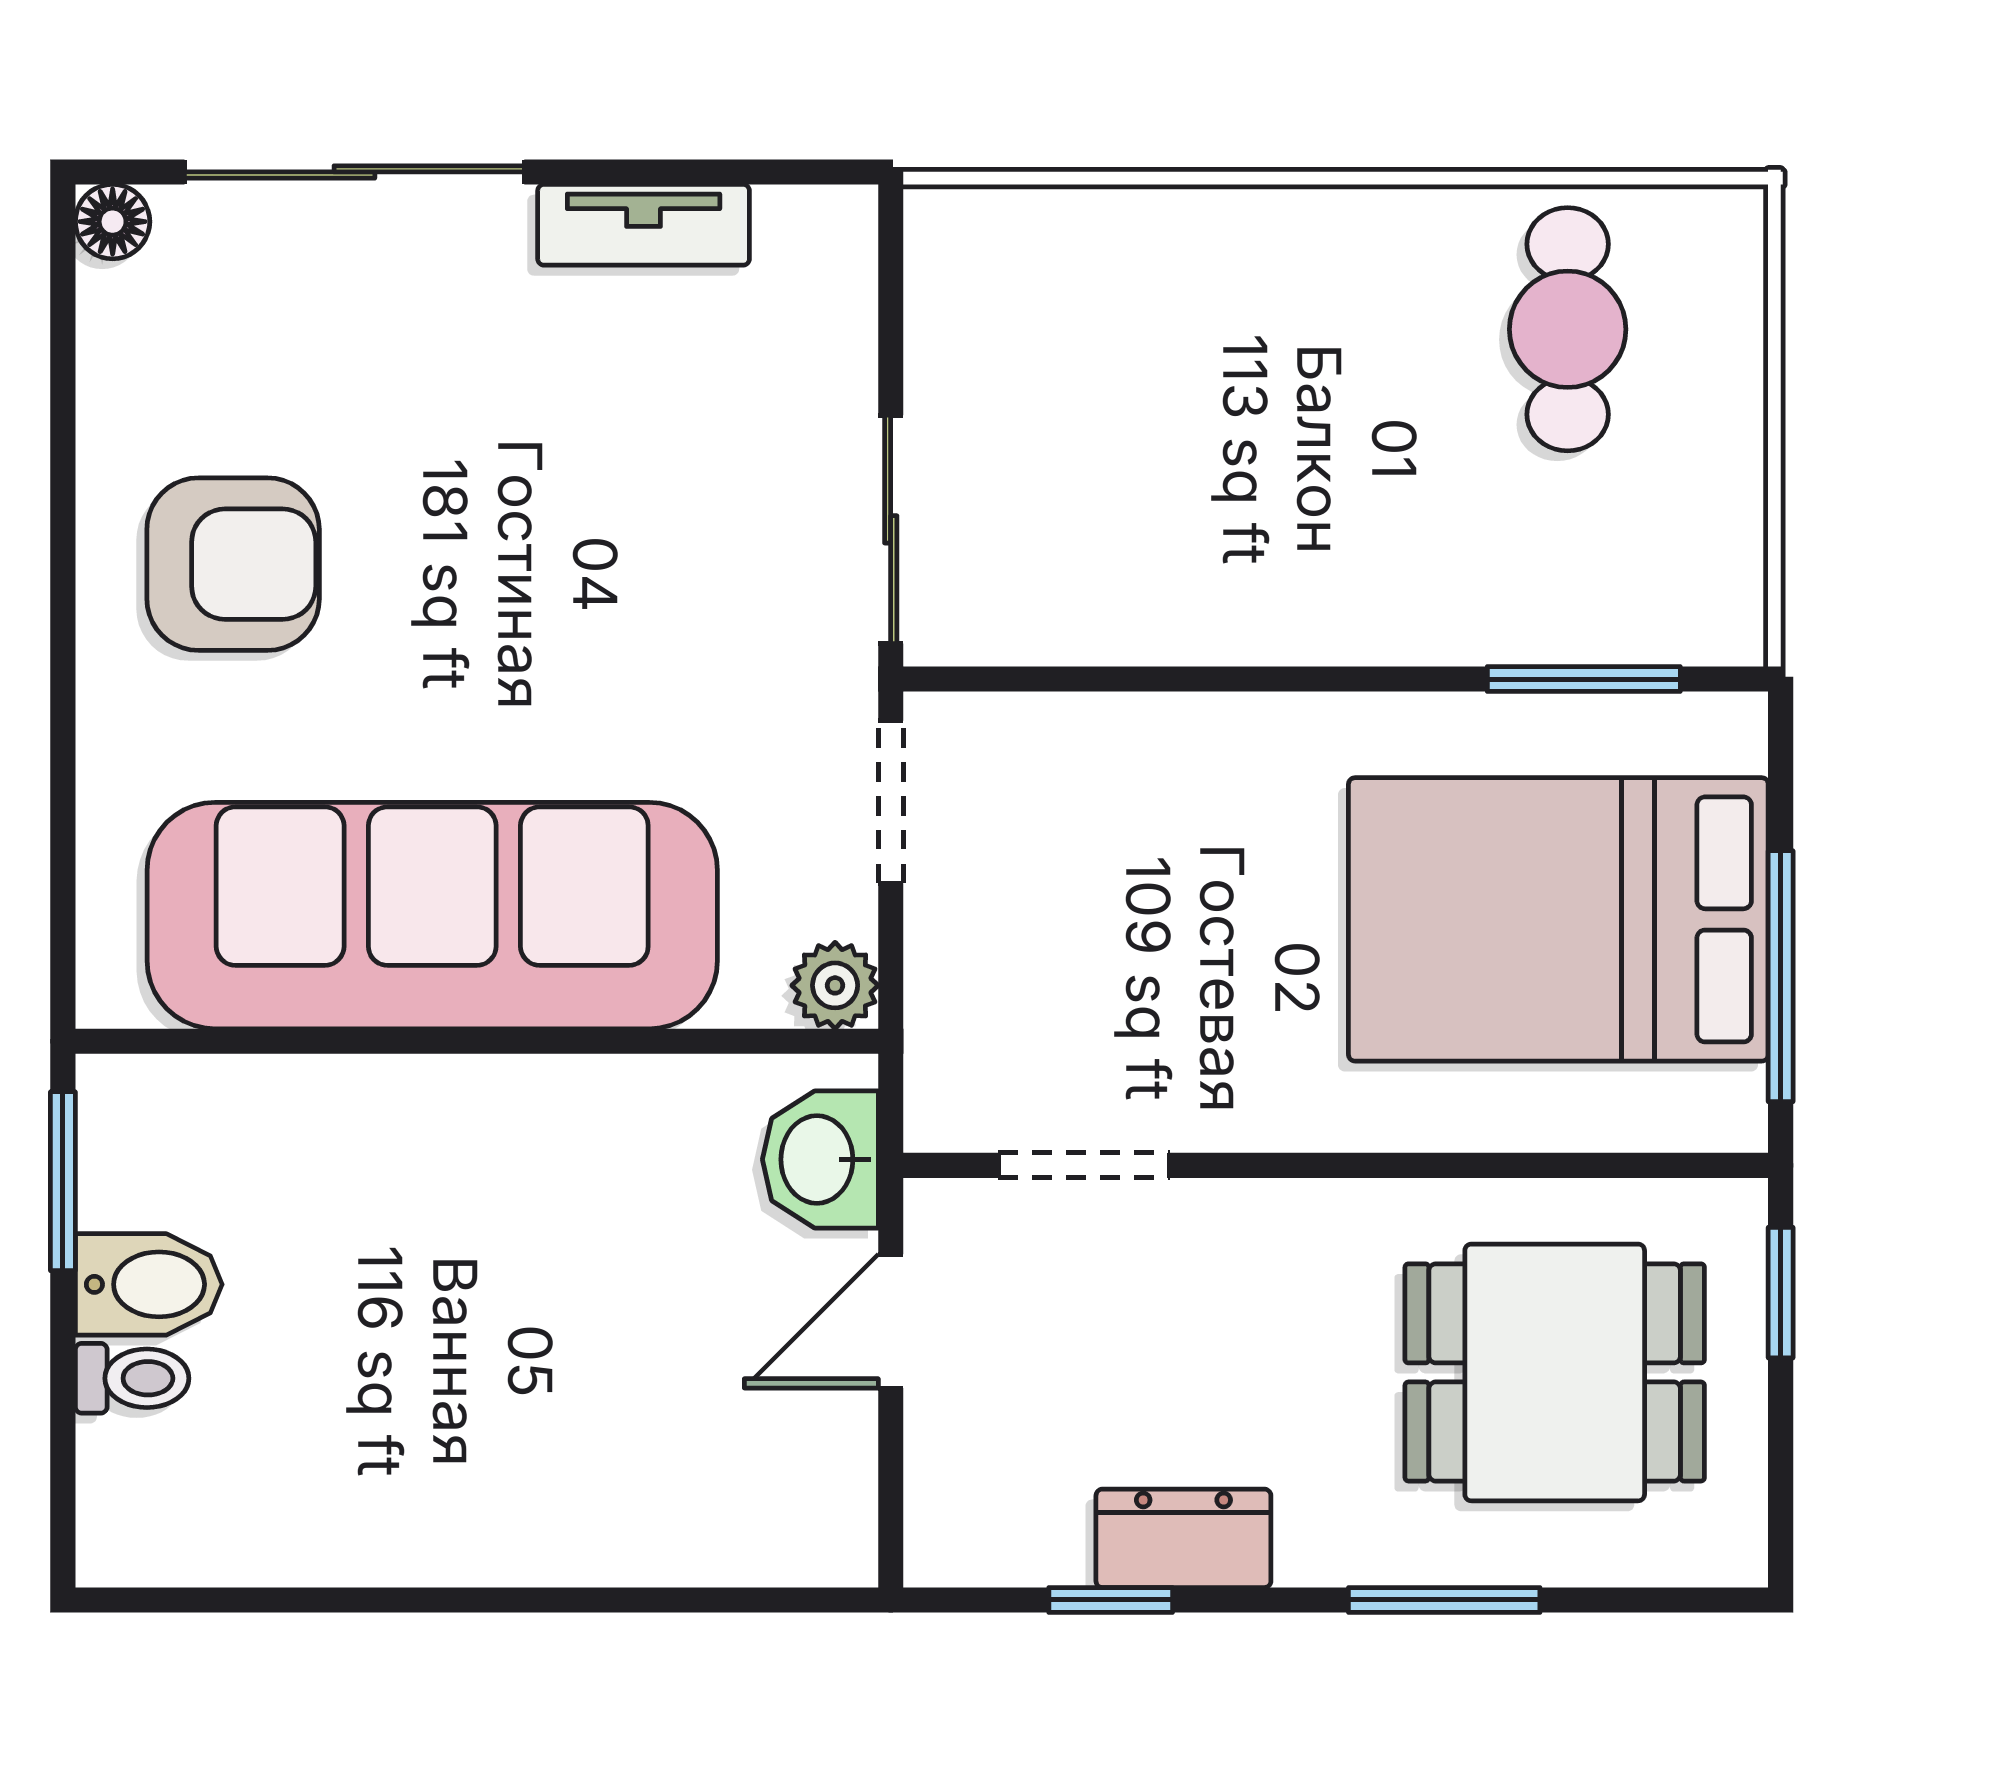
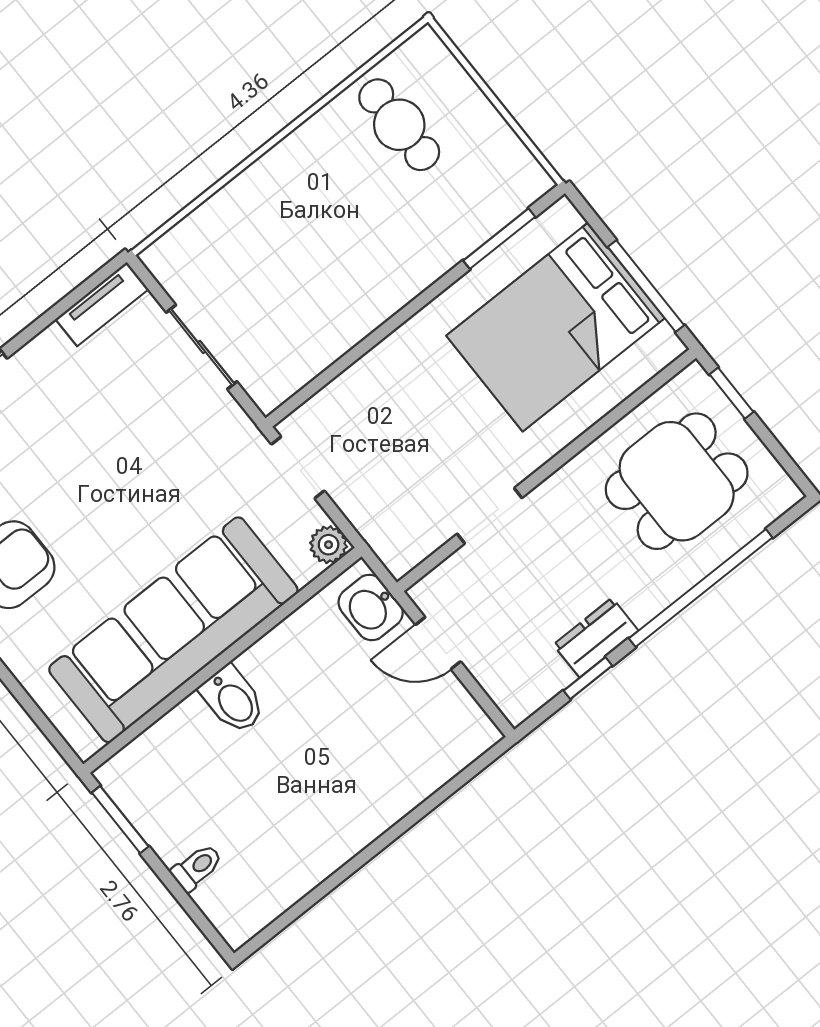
tv unit: (644, 225) -> (102, 304), moved
sliding door: (891, 529) -> (202, 347), moved
doorway: (1084, 1165) -> (490, 516), moved
bidet: (149, 1284) -> (233, 700), moved, turned 90
door: (891, 1321) -> (438, 643), hinge flipped
window: (1444, 1600) -> (701, 588), width x2.11

